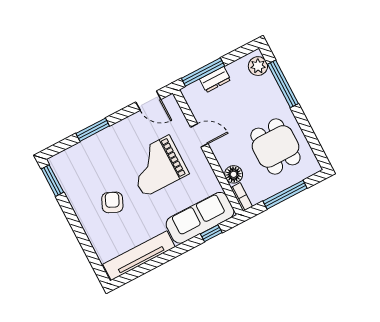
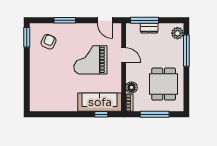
armchair: (112, 202) -> (49, 42), moved
tv unit: (139, 256) -> (54, 105), removed

